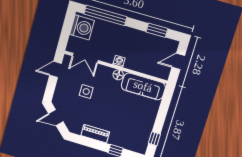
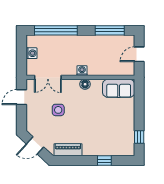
washing machine: (82, 27) -> (31, 53), width x0.53, depth x0.53
window: (157, 30) -> (110, 30), width x1.44
sofa: (143, 86) -> (119, 88), width x0.73
piano: (95, 134) -> (68, 150), moved

